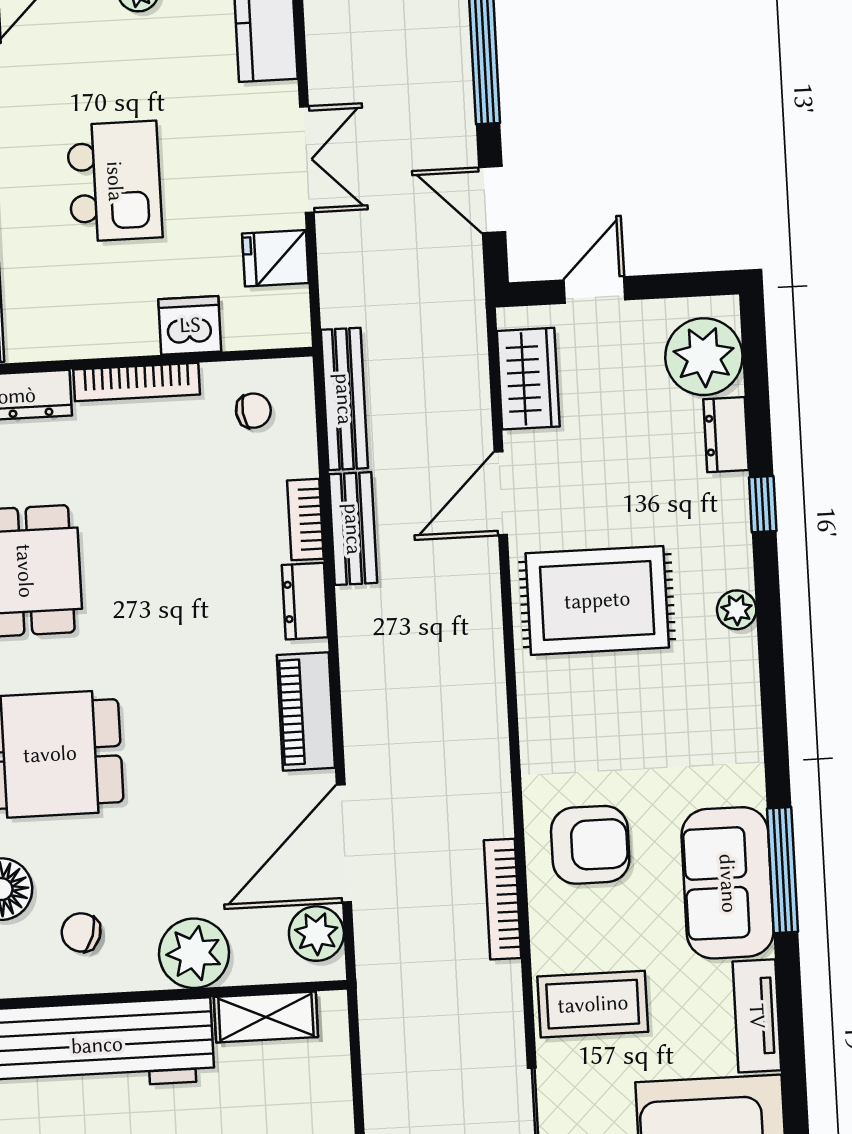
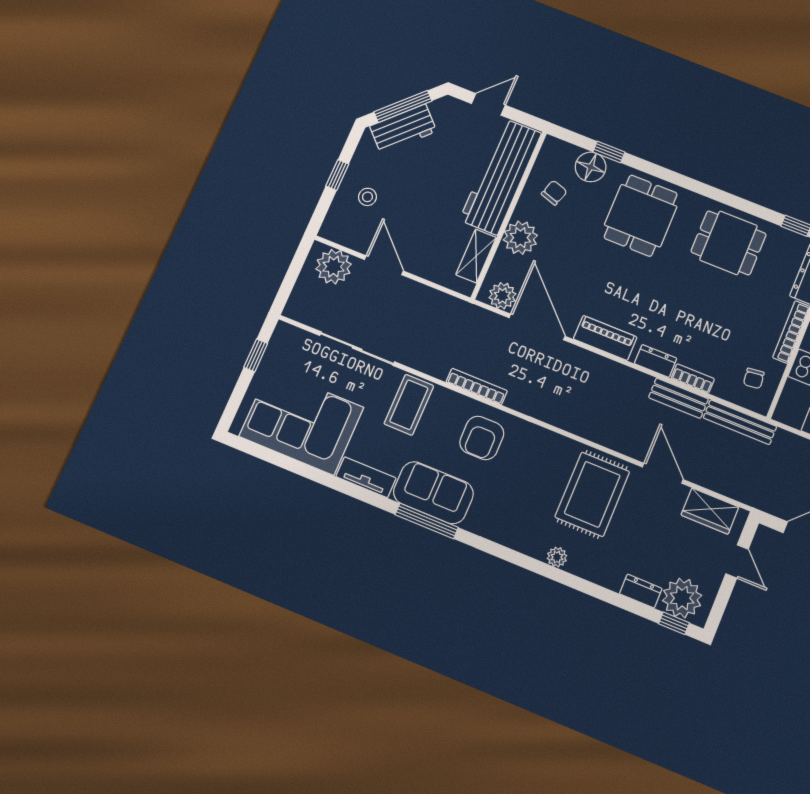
window: (763, 504) -> (674, 623), moved

